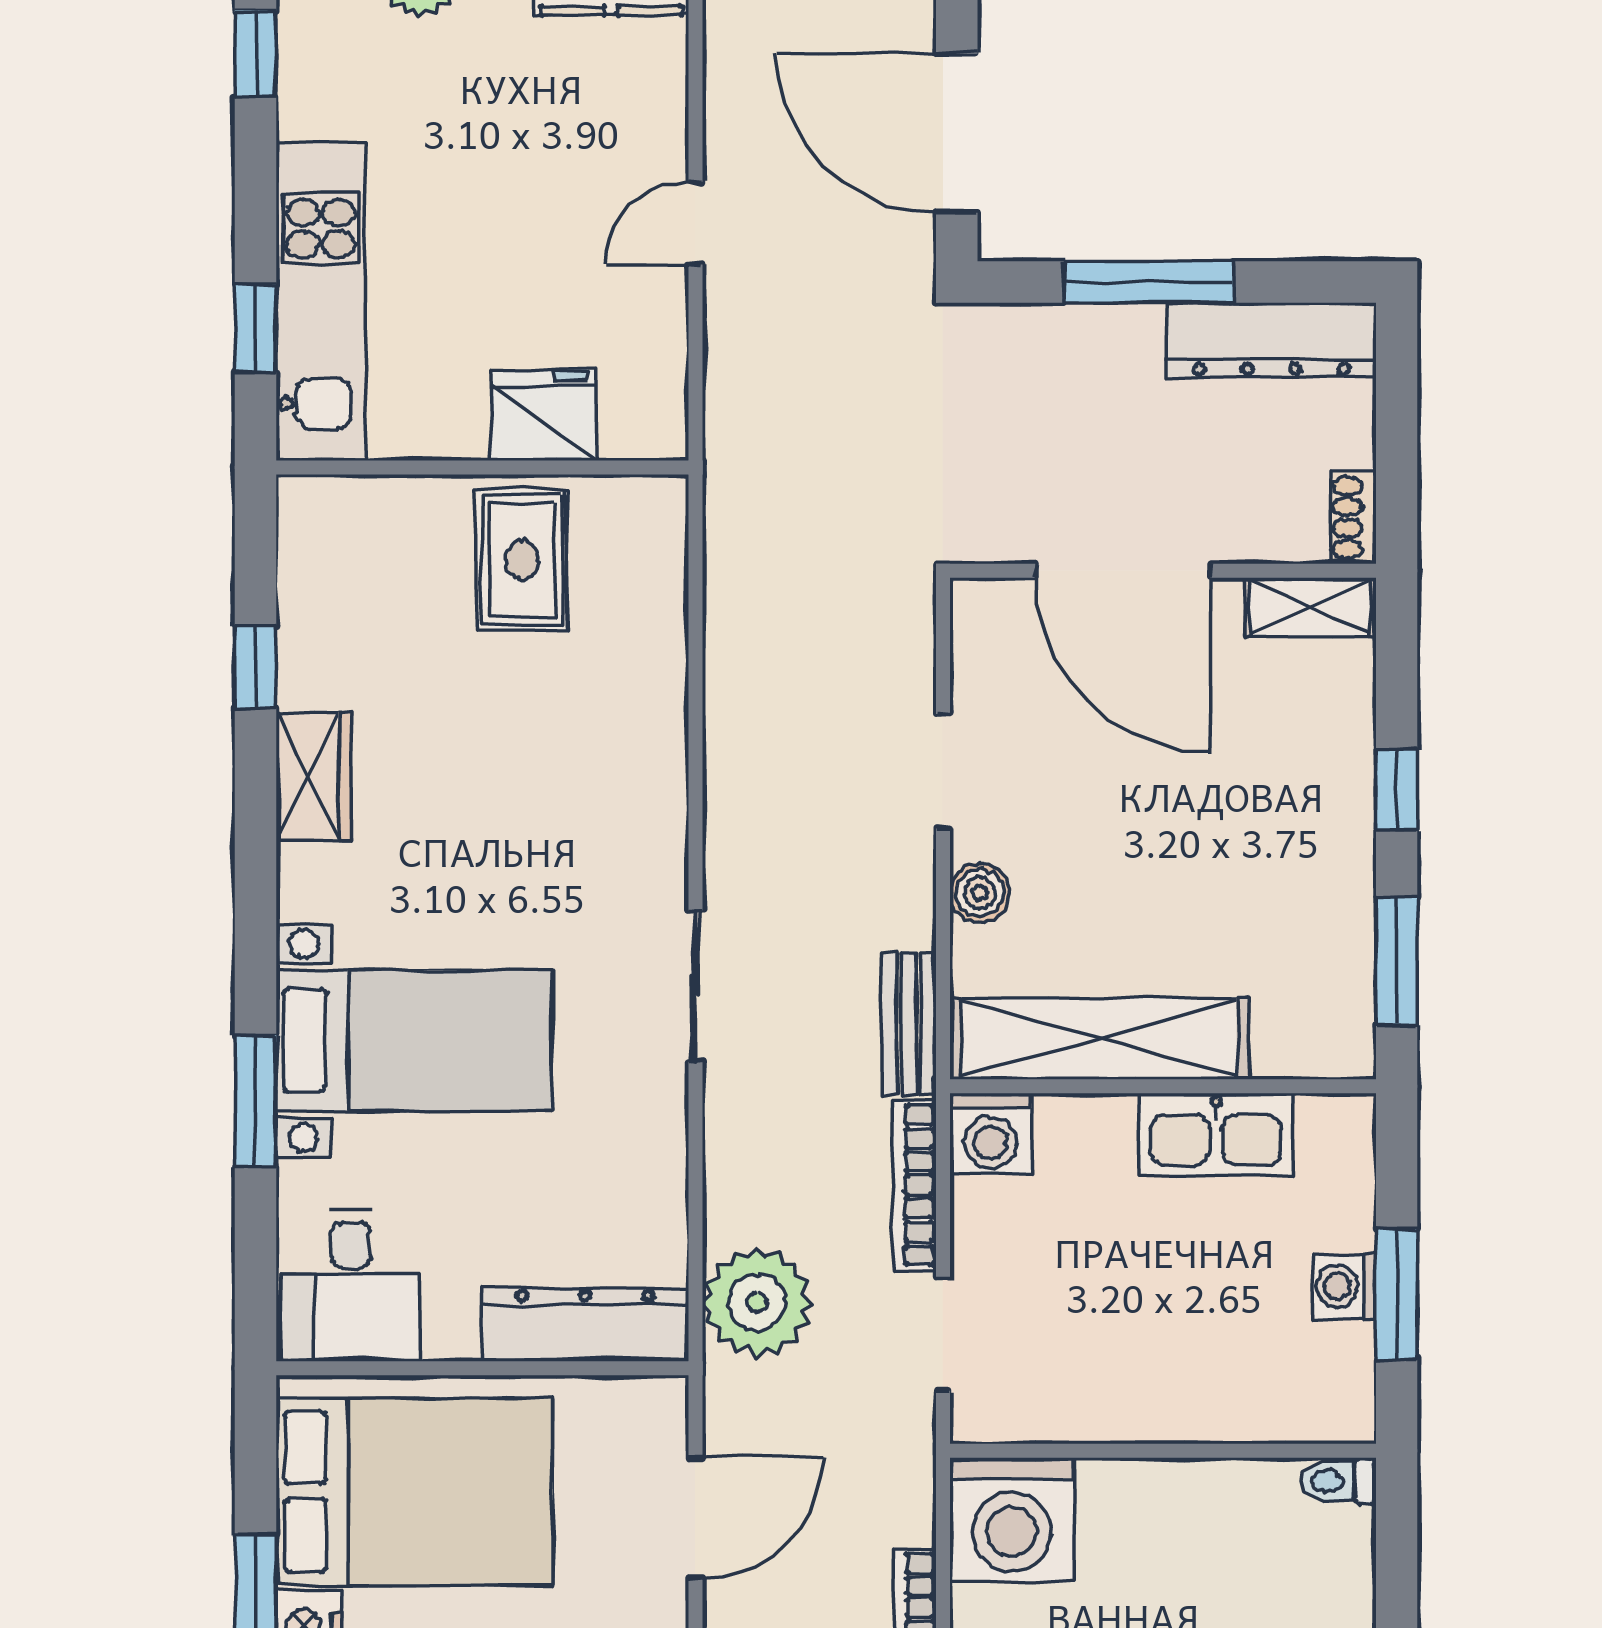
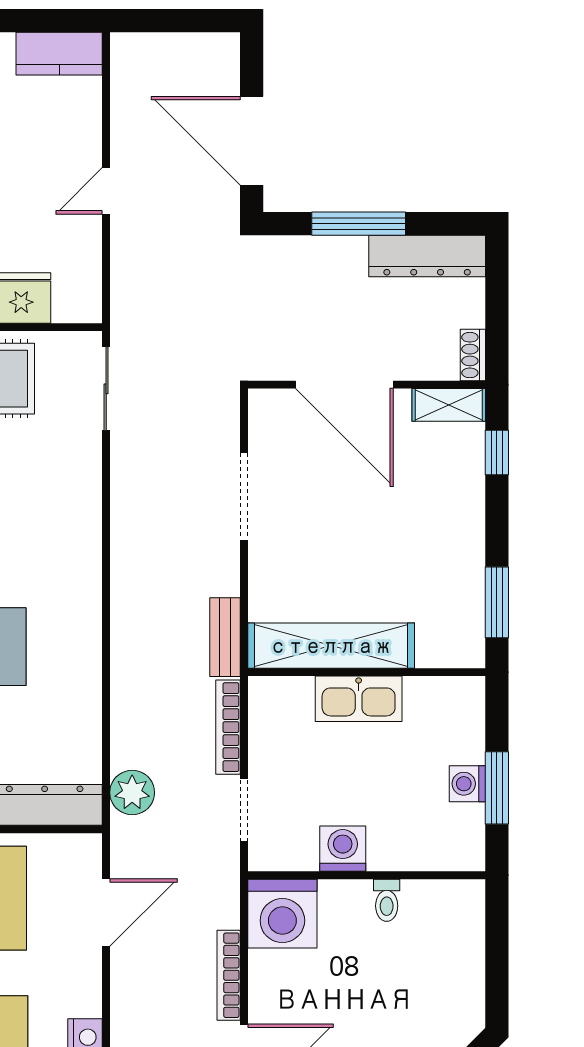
doorway: (943, 771) -> (244, 496), width x1.38
window: (1397, 790) -> (497, 452), moved
boiler: (980, 893) -> (264, 564), removed
sliding door: (695, 986) -> (106, 389), moved
washing machine: (991, 1134) -> (343, 849), moved, turned 180
kitchen sink: (1216, 1134) -> (359, 699), moved
plant: (757, 1302) -> (132, 793), width x0.73, depth x0.73
toilet: (1338, 1481) -> (387, 900), moved, turned -90

